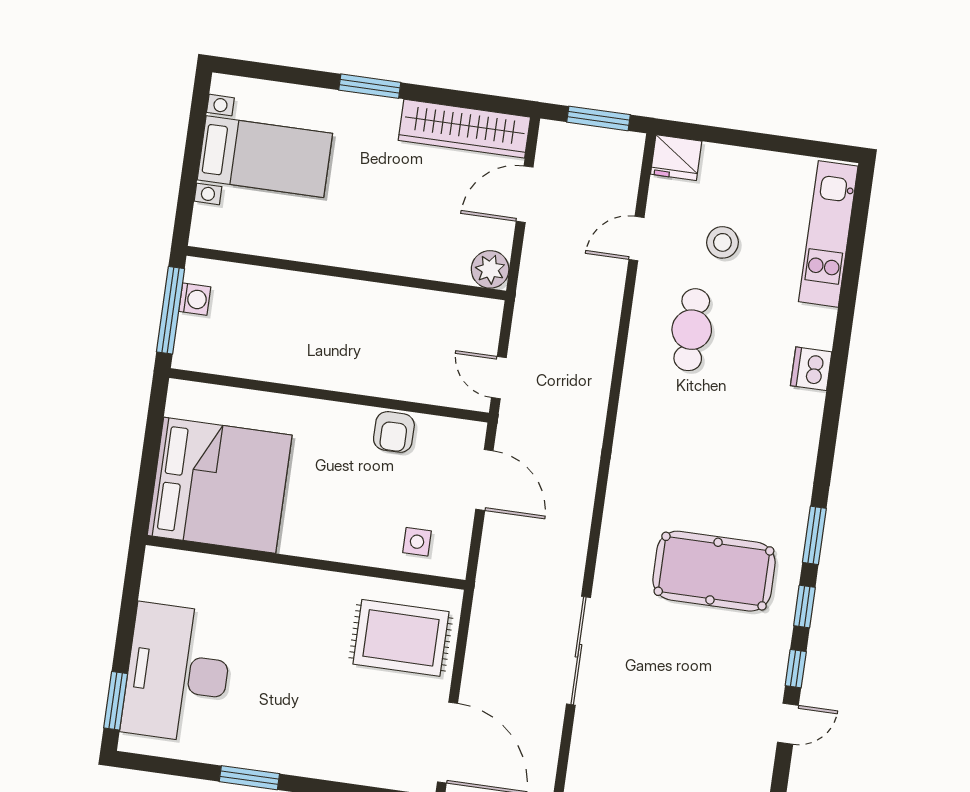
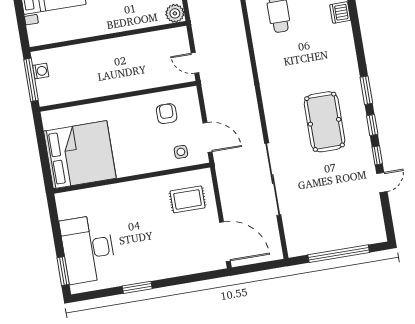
armchair: (394, 432) -> (167, 114), moved, turned 180
door: (484, 480) -> (207, 137), moved
pool table: (714, 571) -> (325, 122), turned 90
rug: (401, 638) -> (188, 199), width x0.73, depth x0.70
sliding door: (578, 651) -> (273, 179), width x1.36

